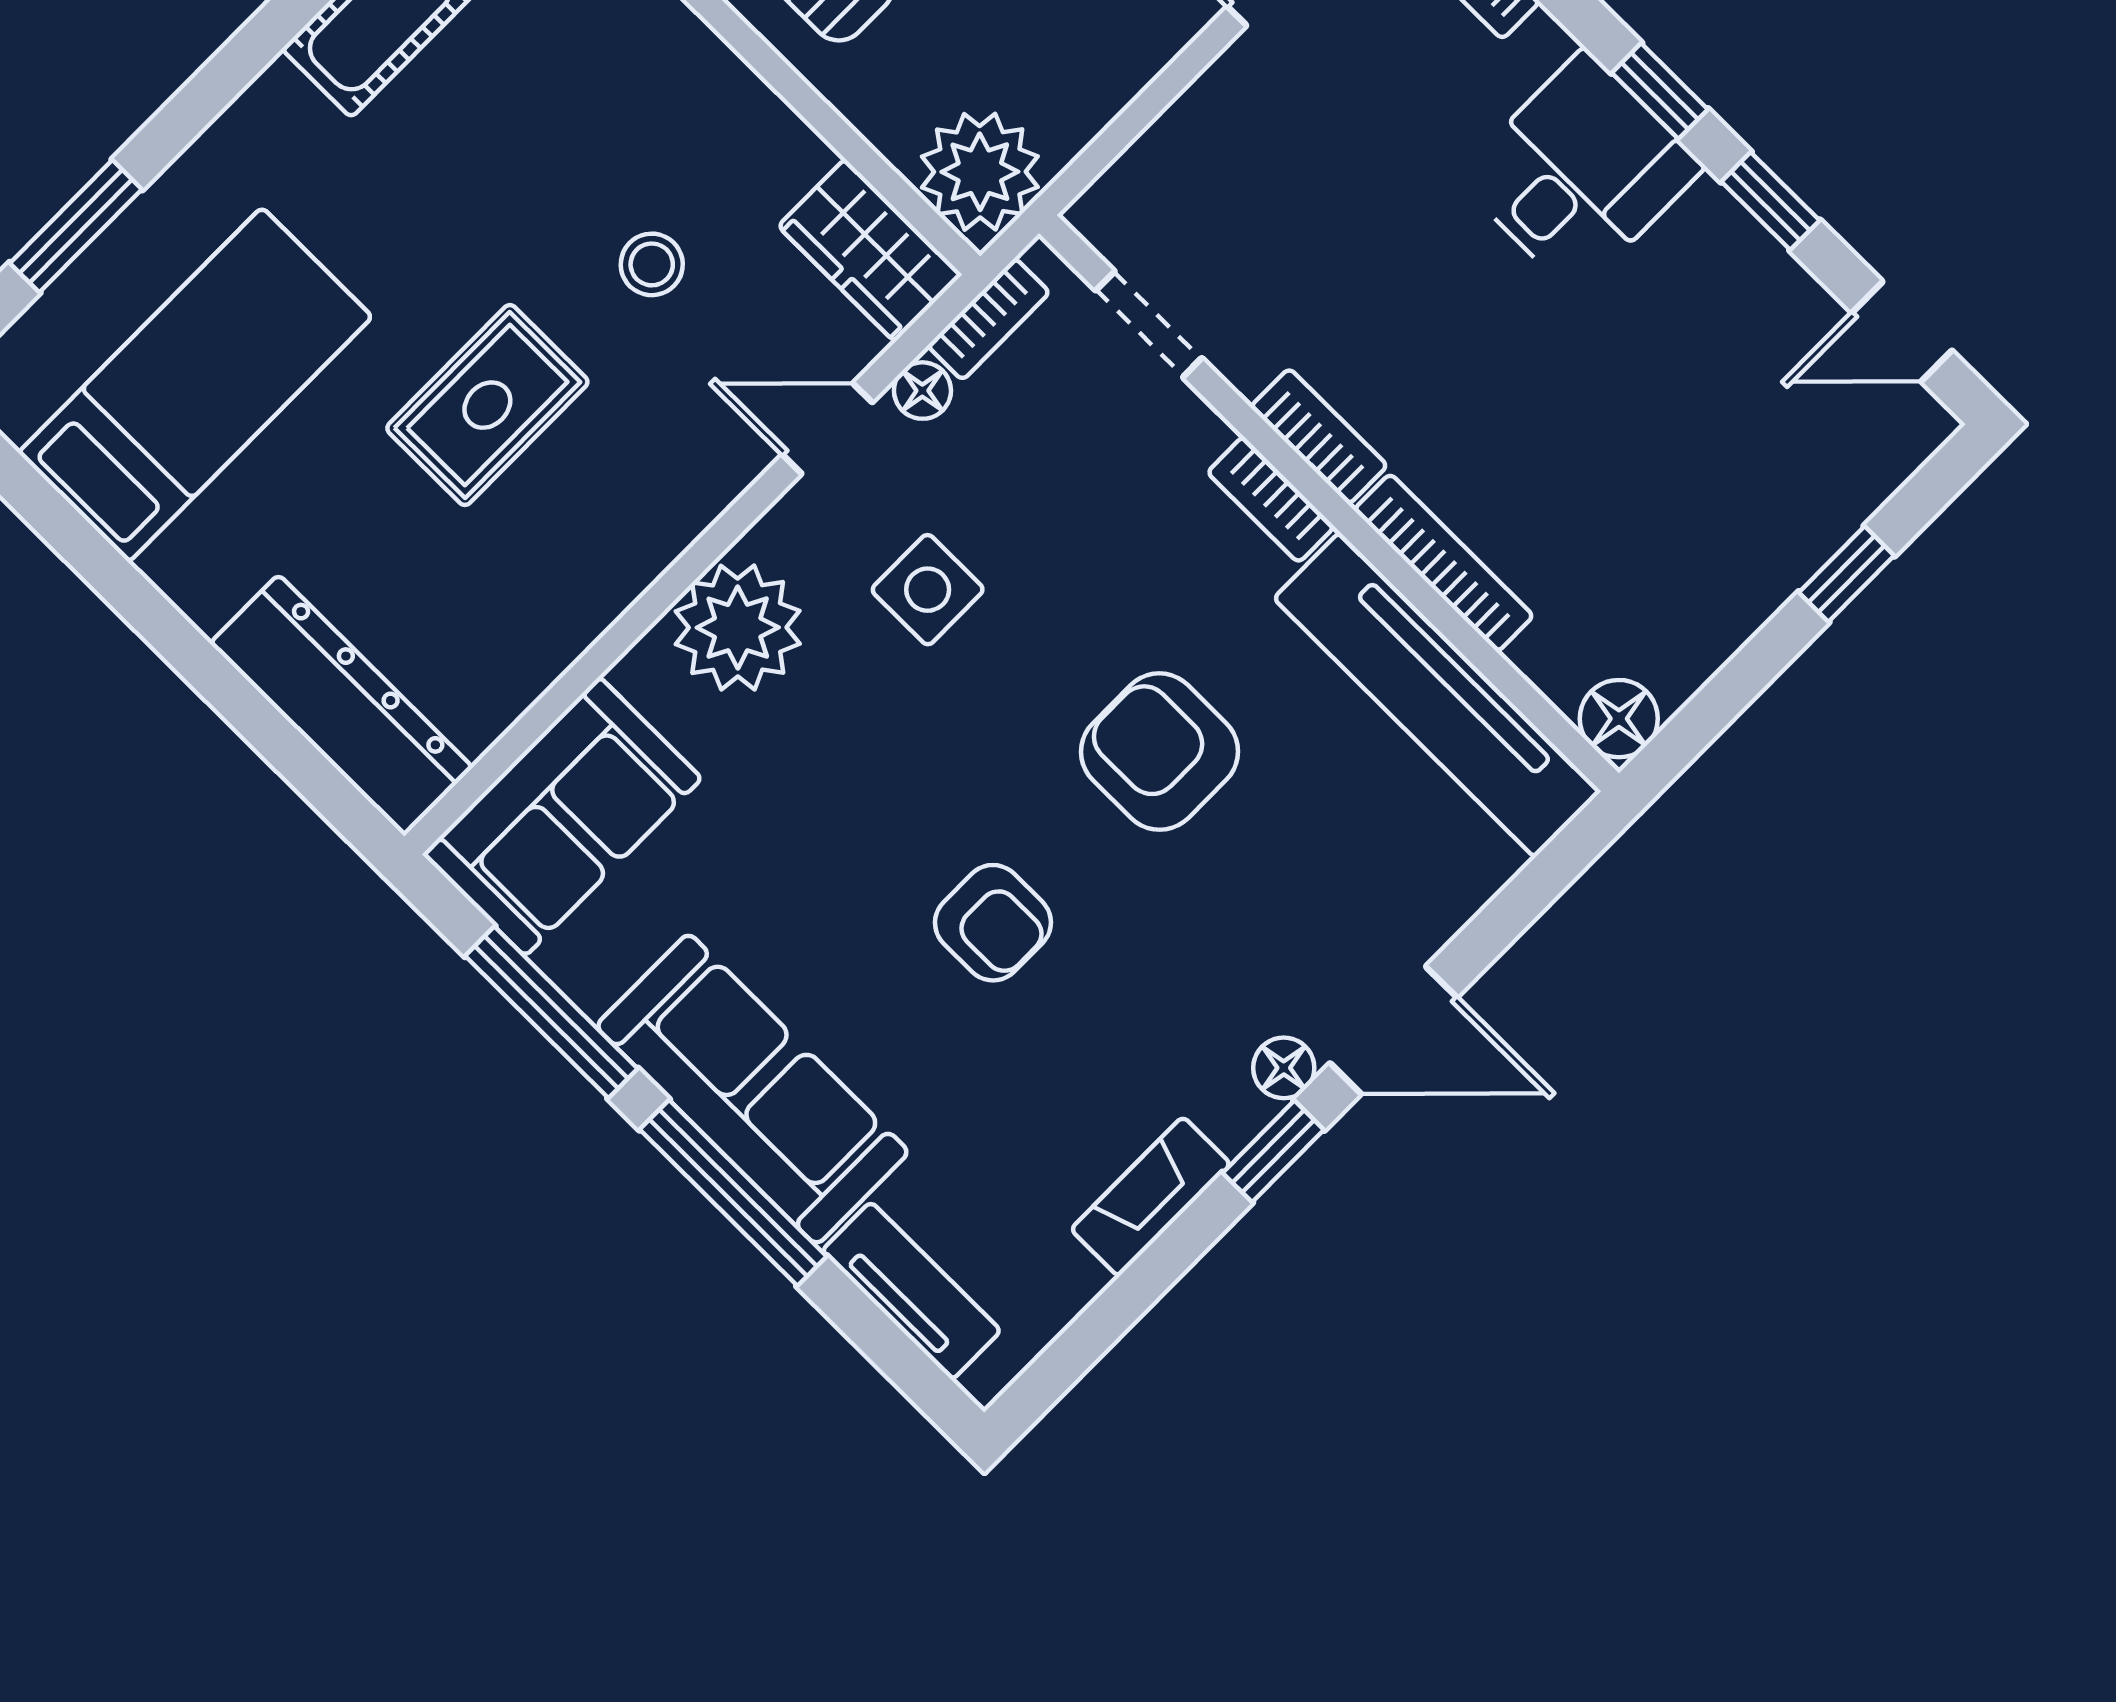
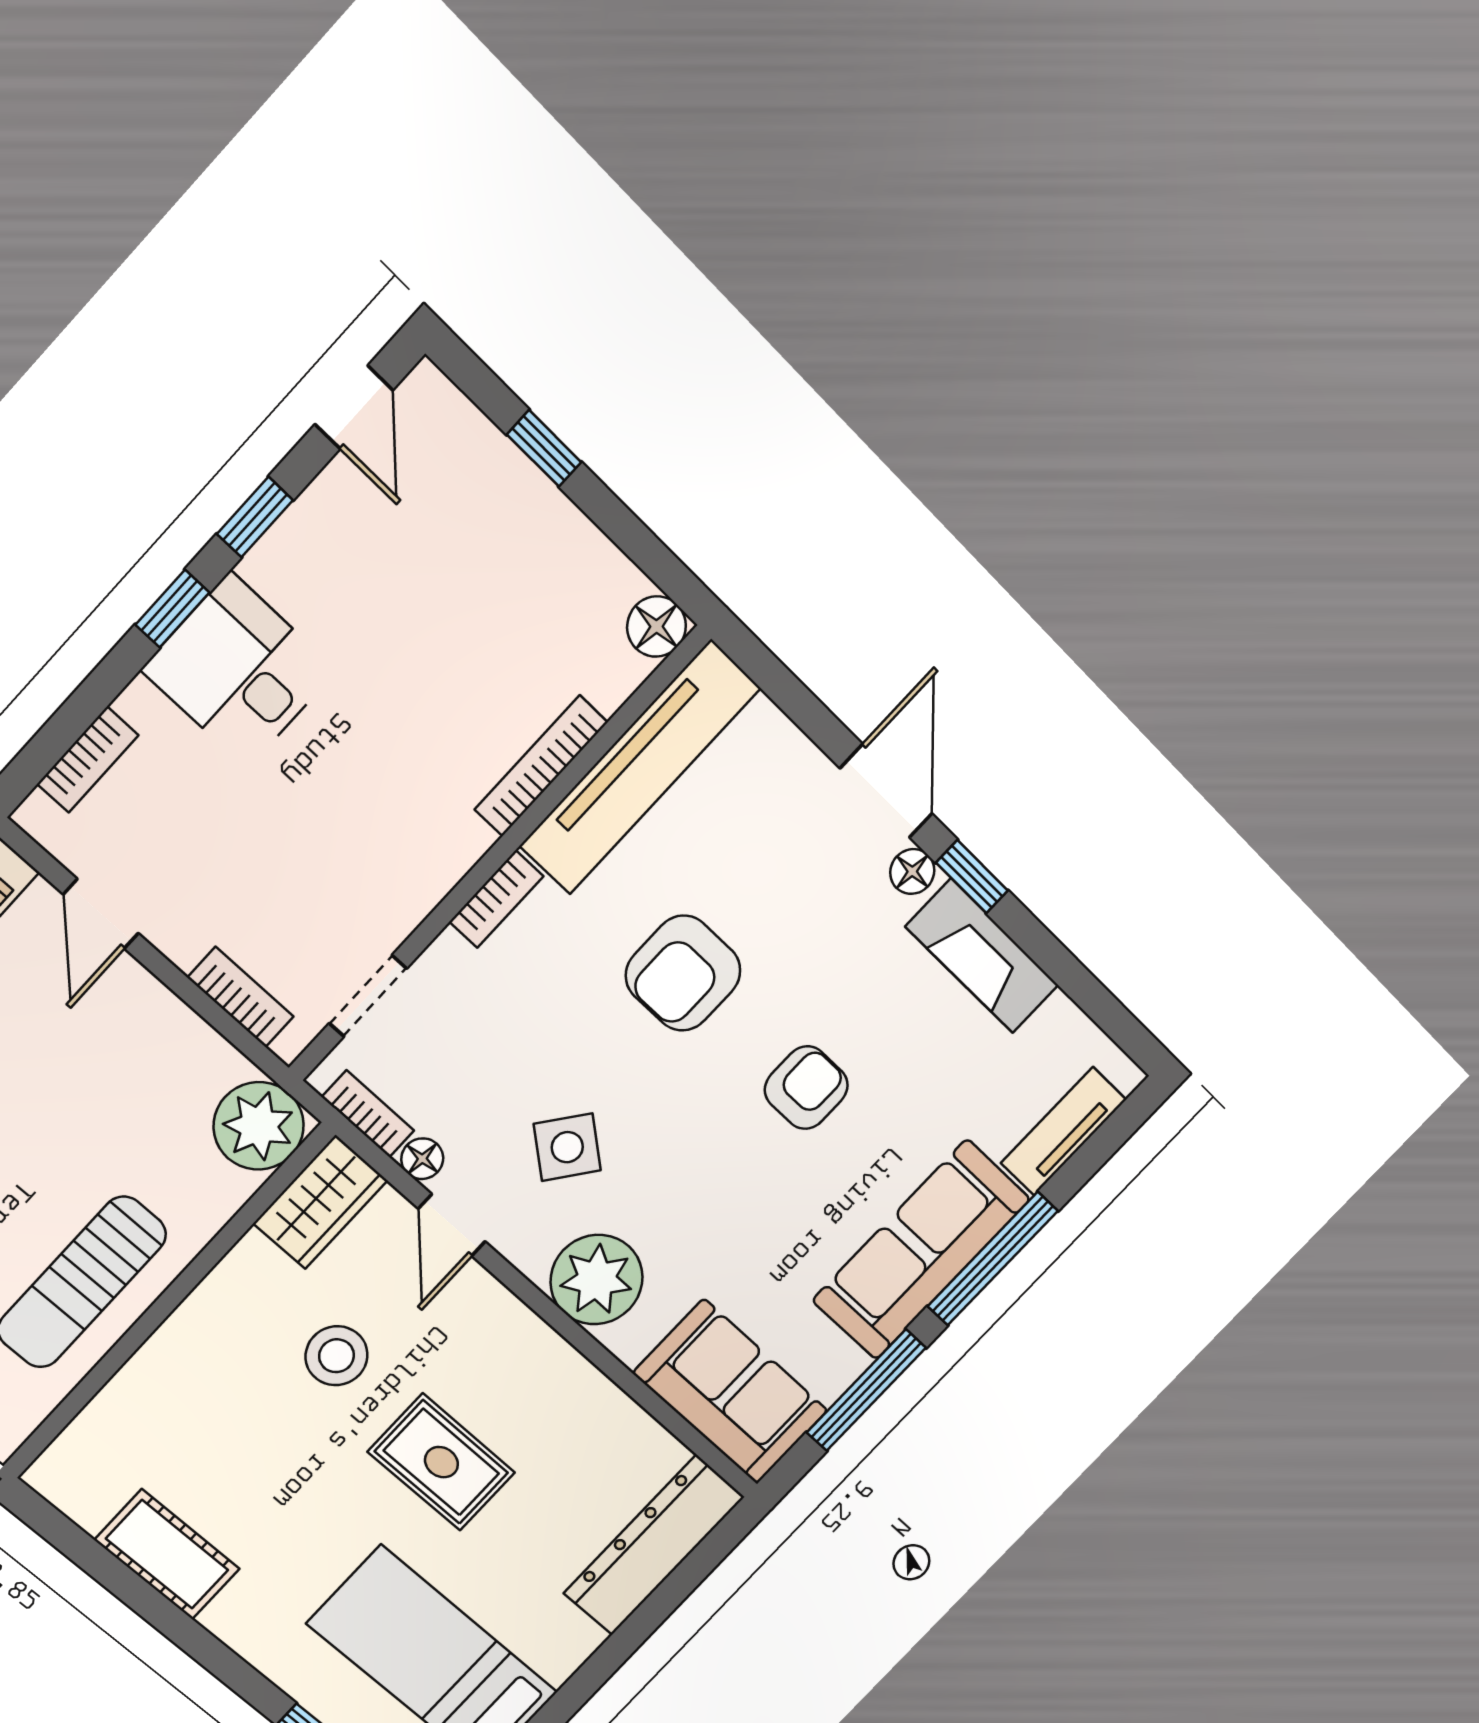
stool: (652, 264) -> (336, 1356), width x1.37, depth x1.37
bookcase: (1319, 436) -> (241, 997), moved, turned 90
side table: (928, 590) -> (567, 1147), turned 38
fireplace: (1151, 1197) -> (982, 956), width x1.37, depth x1.32

